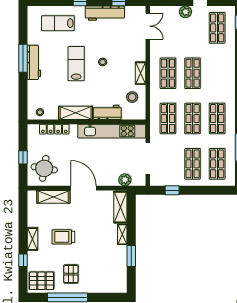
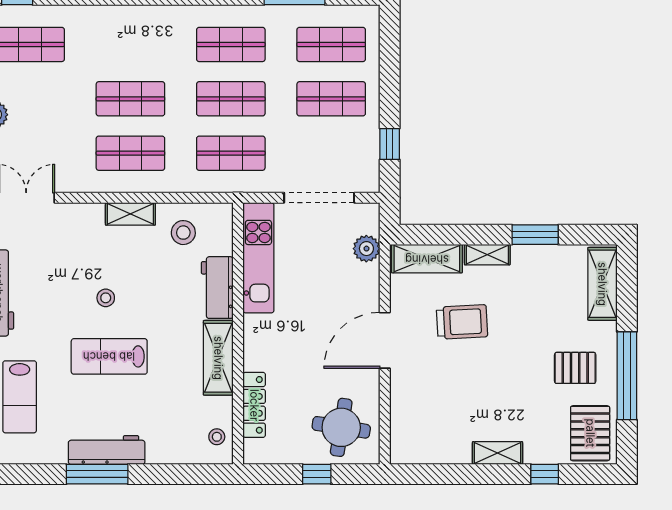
kitchen unit: (112, 131) -> (258, 258), width x0.73
shelving: (53, 197) -> (602, 284), moved
trolley: (63, 237) -> (462, 322), moved, turned -93

